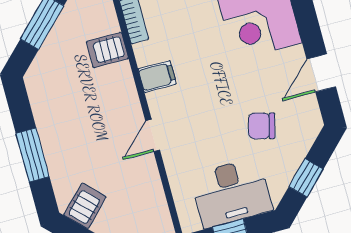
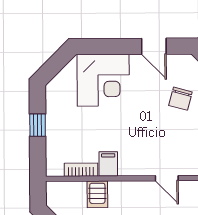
filing cabinet: (157, 77) -> (108, 164), moved

